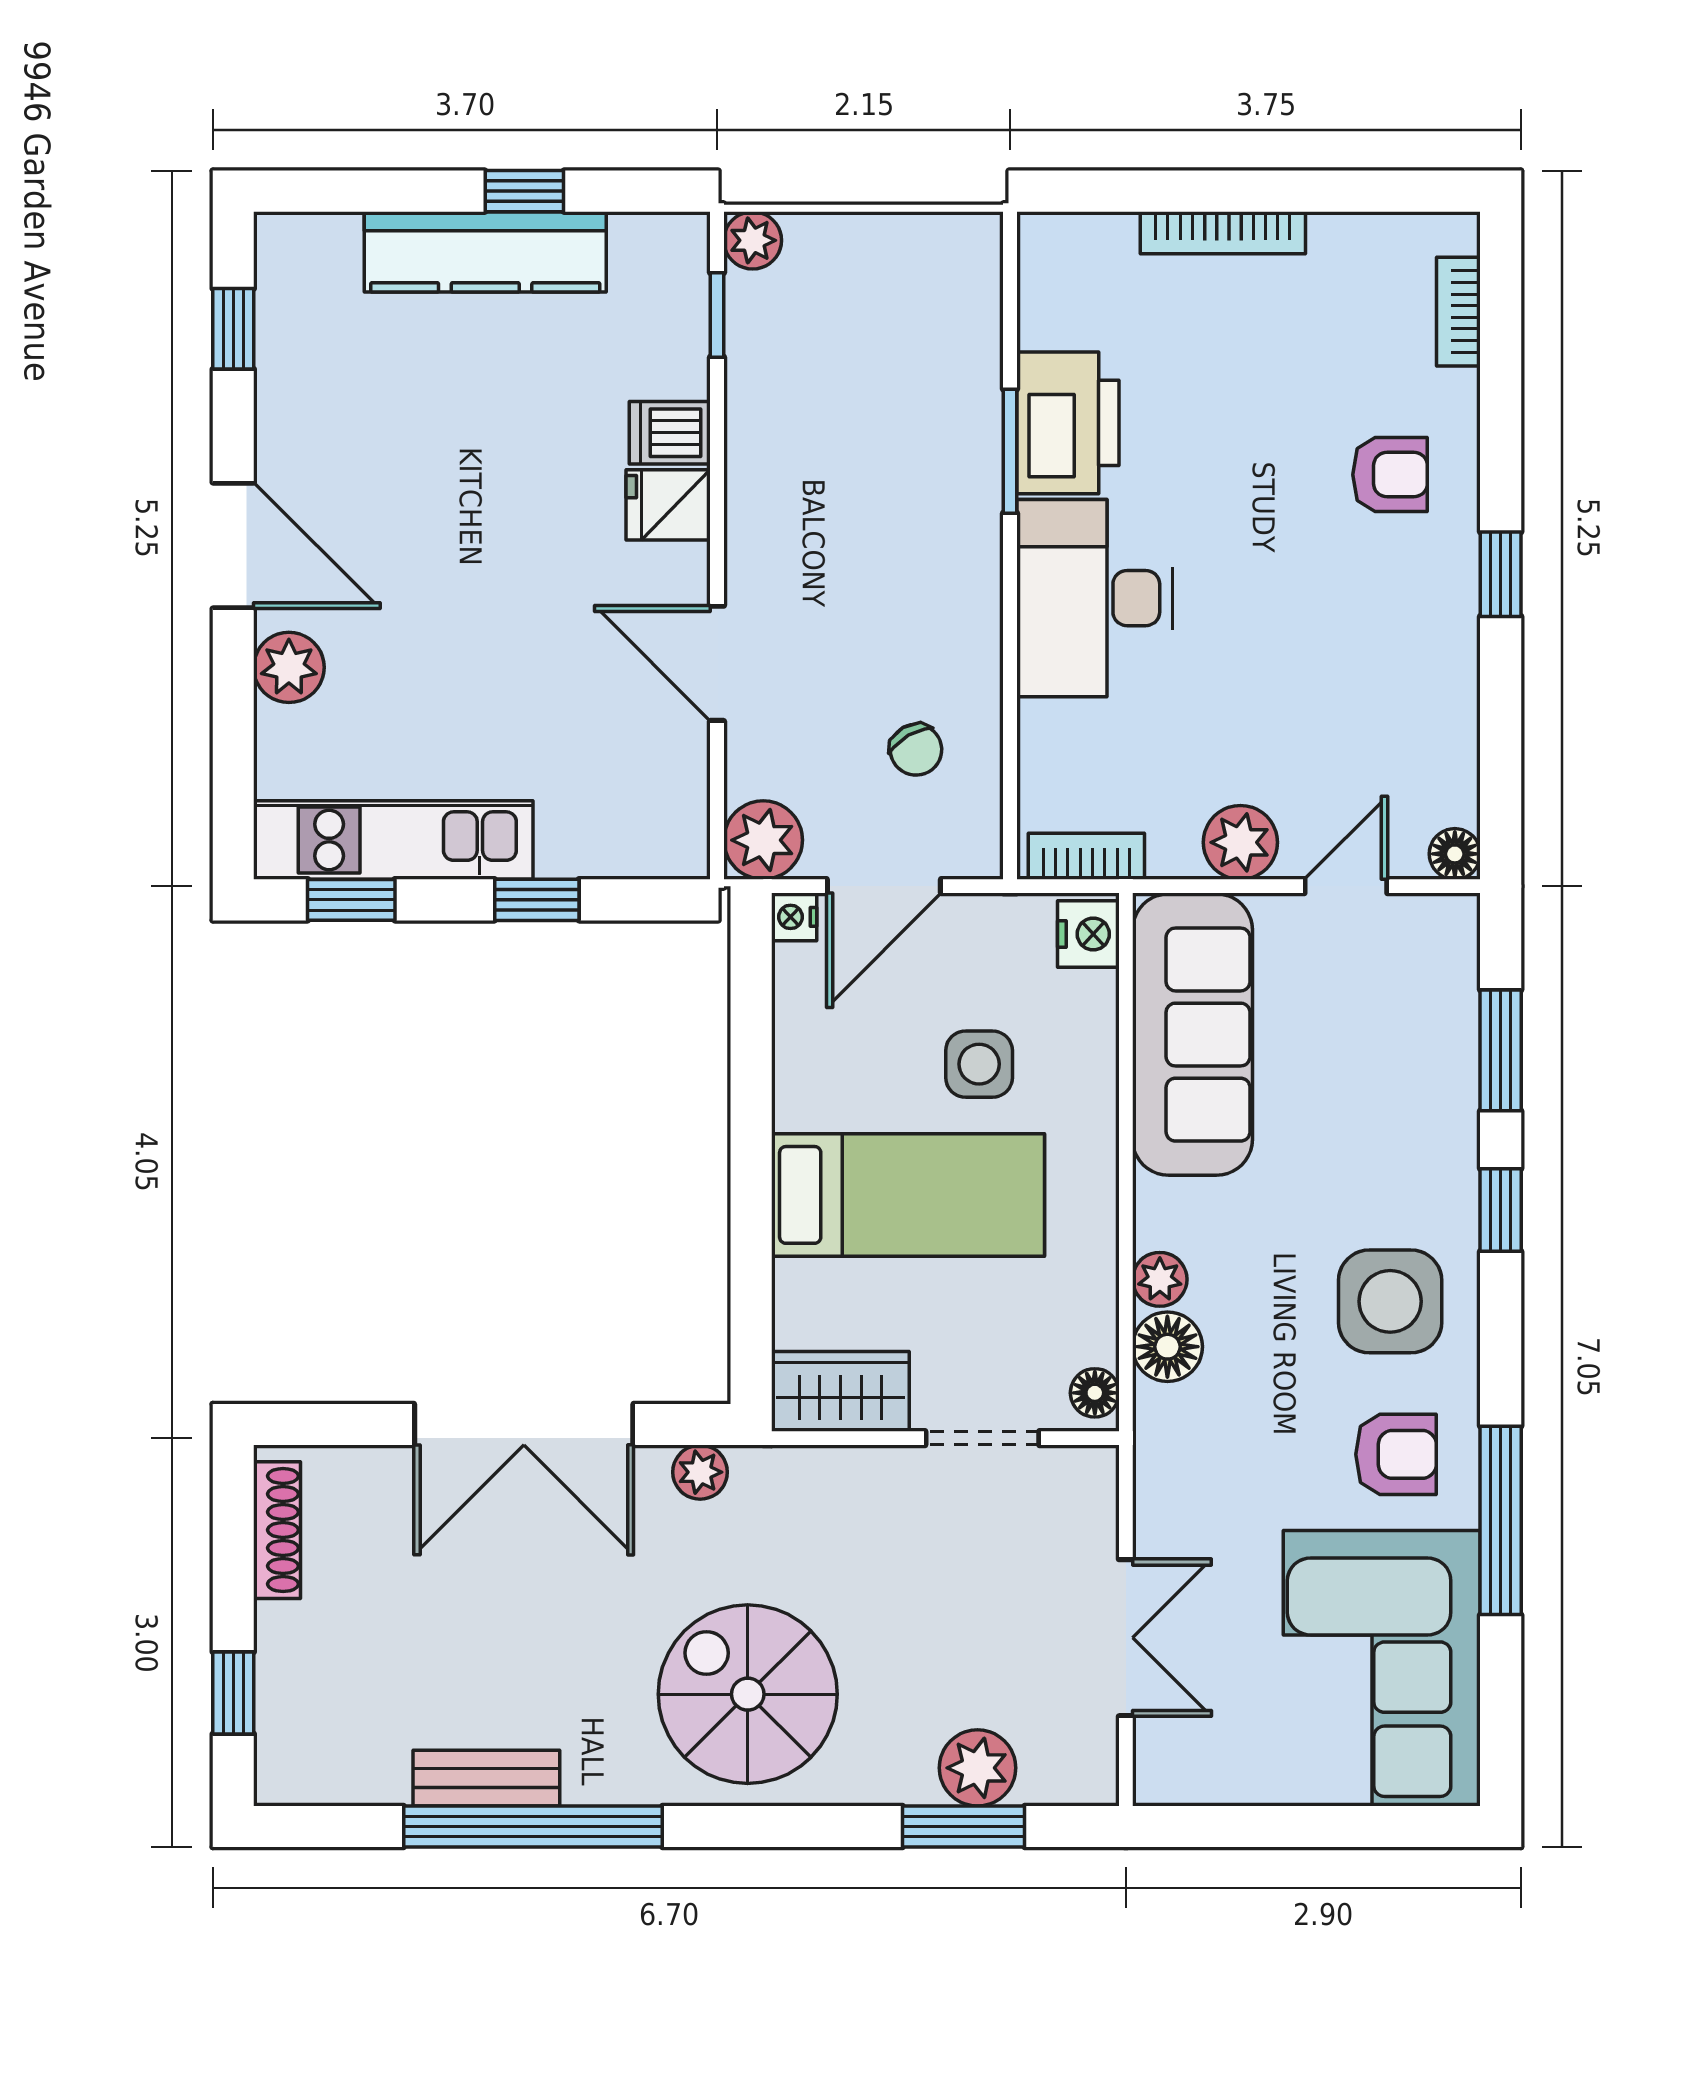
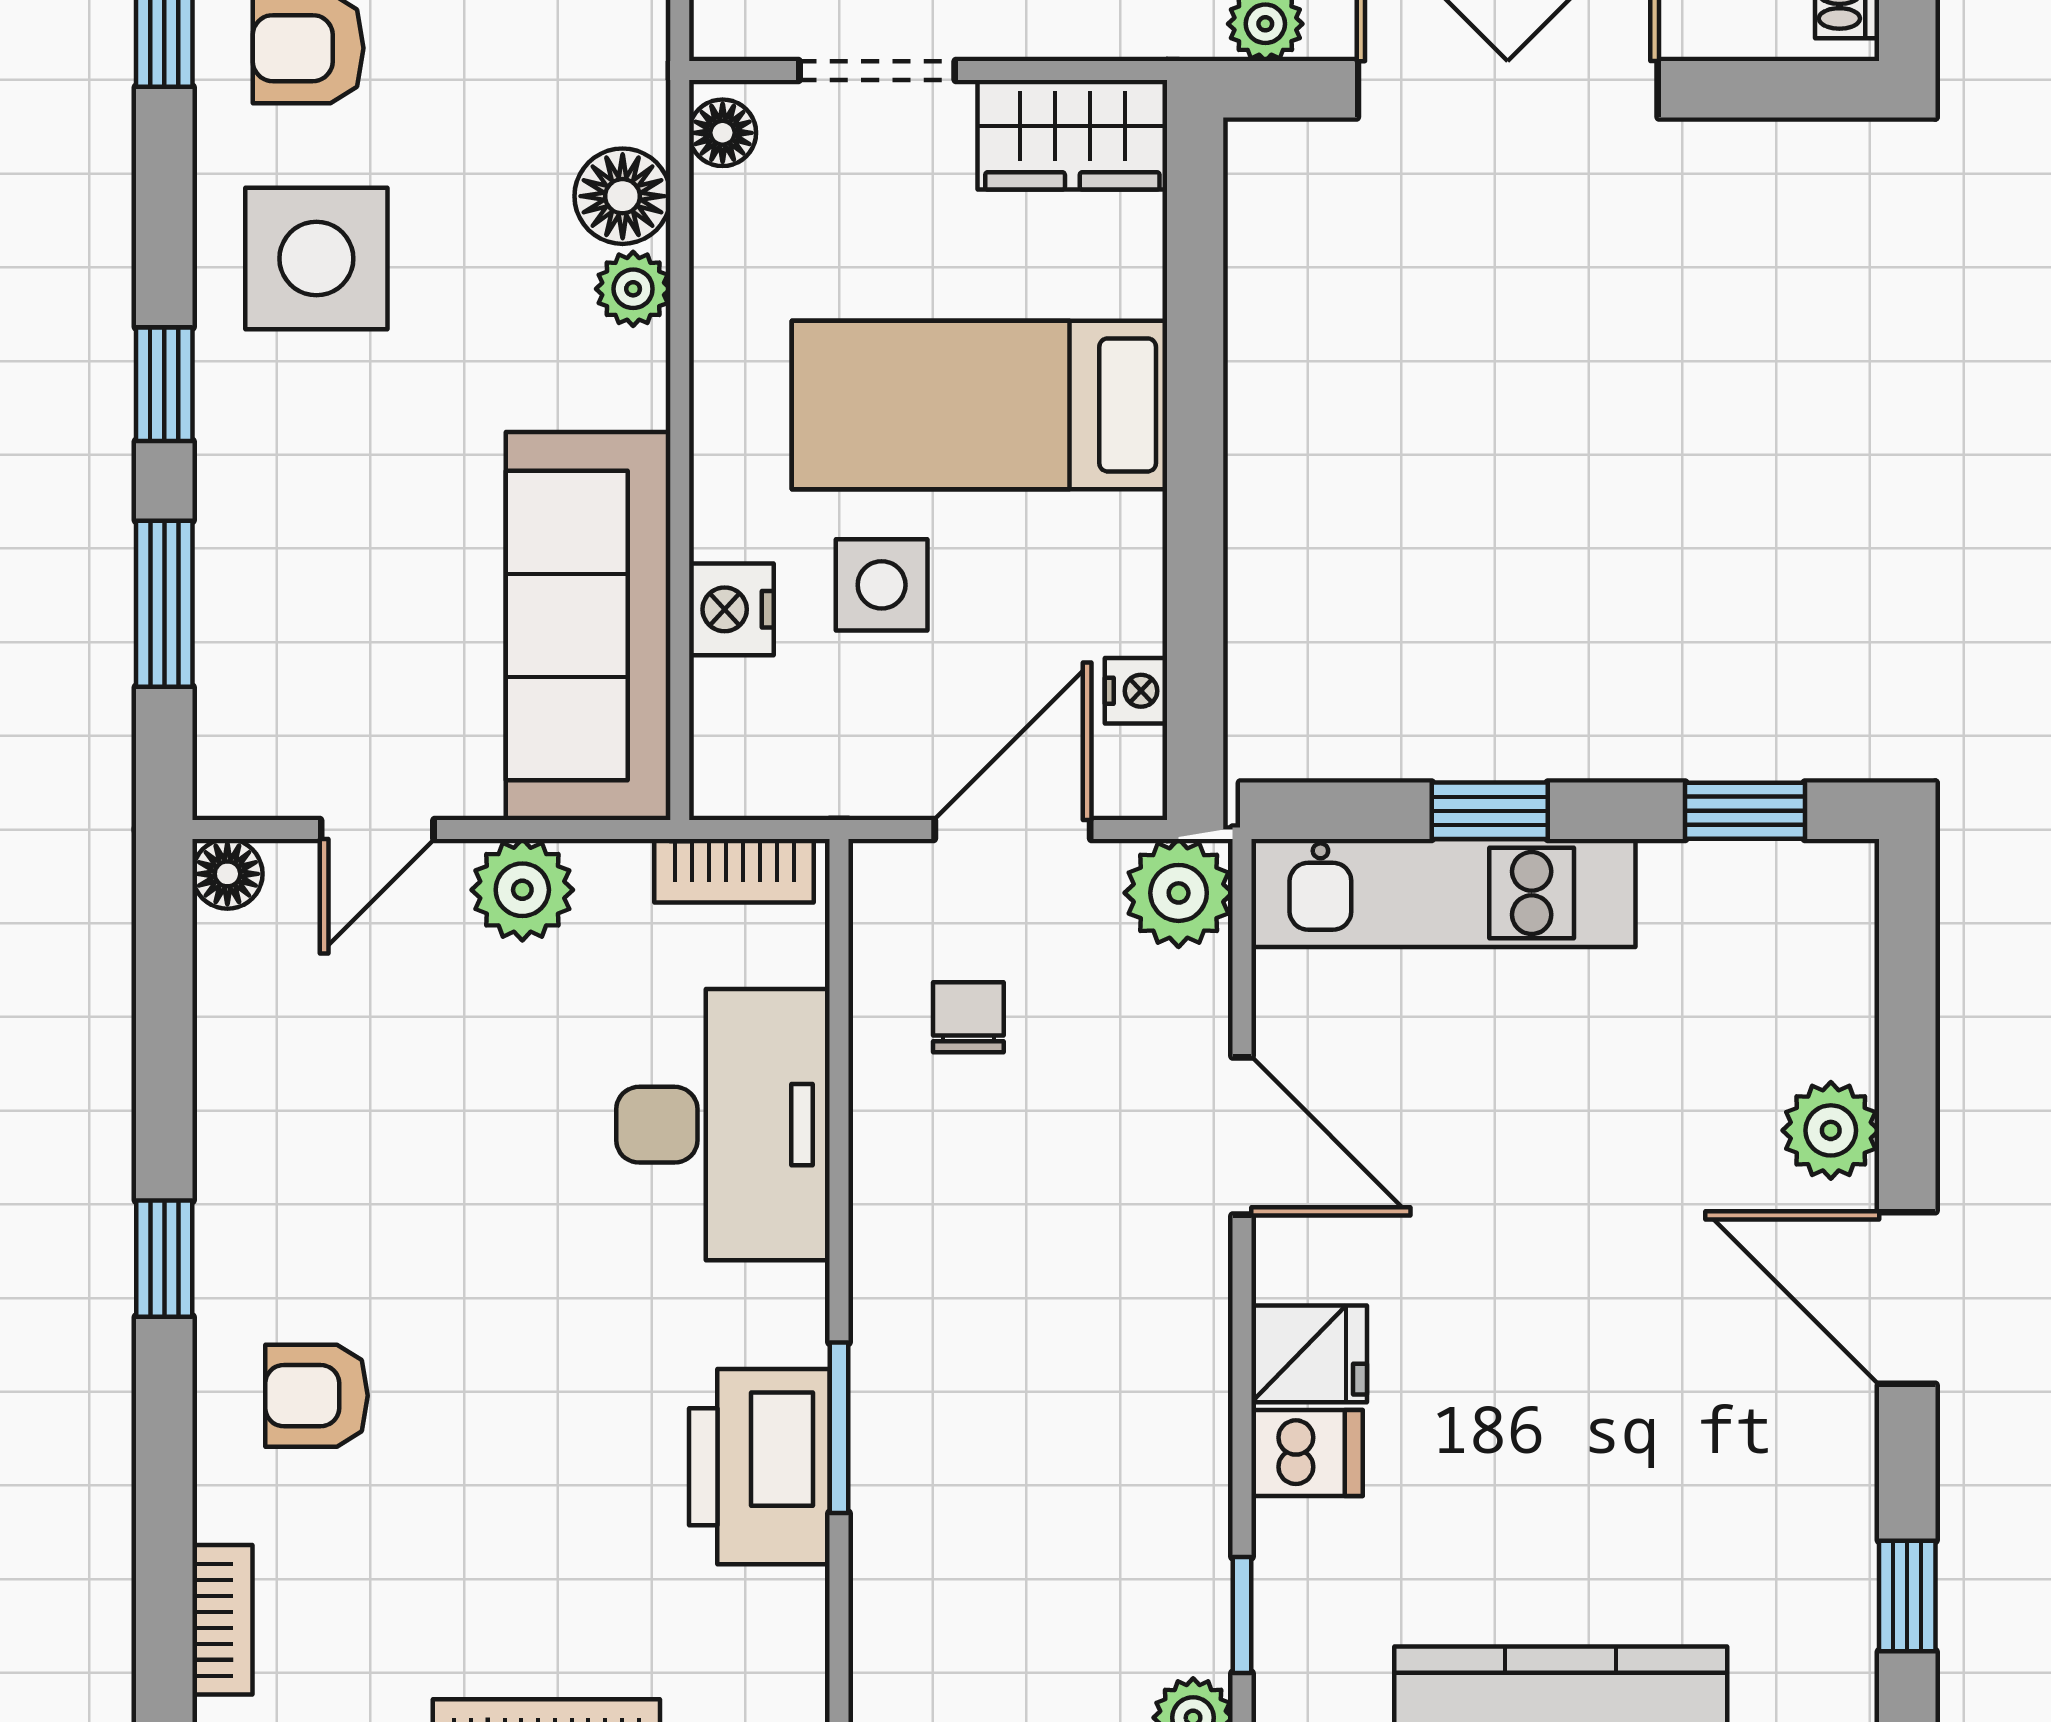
desk: (1094, 598) -> (723, 1125), moved
chair: (916, 750) -> (968, 1017), turned 30
kitchen unit: (393, 840) -> (1443, 893), moved
nightstand: (794, 917) -> (1136, 691), moved
nightstand: (1088, 934) -> (731, 609), moved

